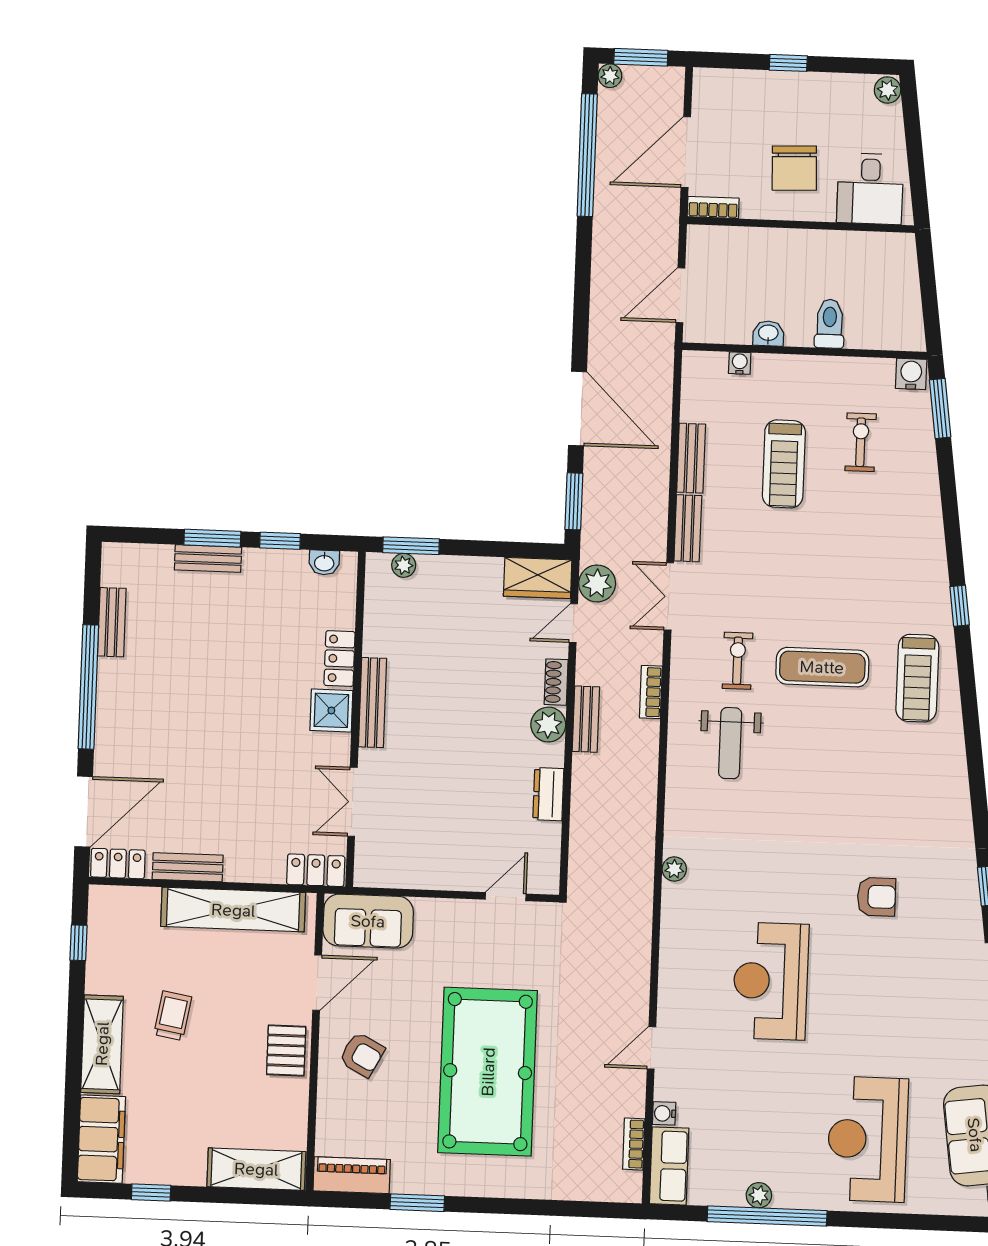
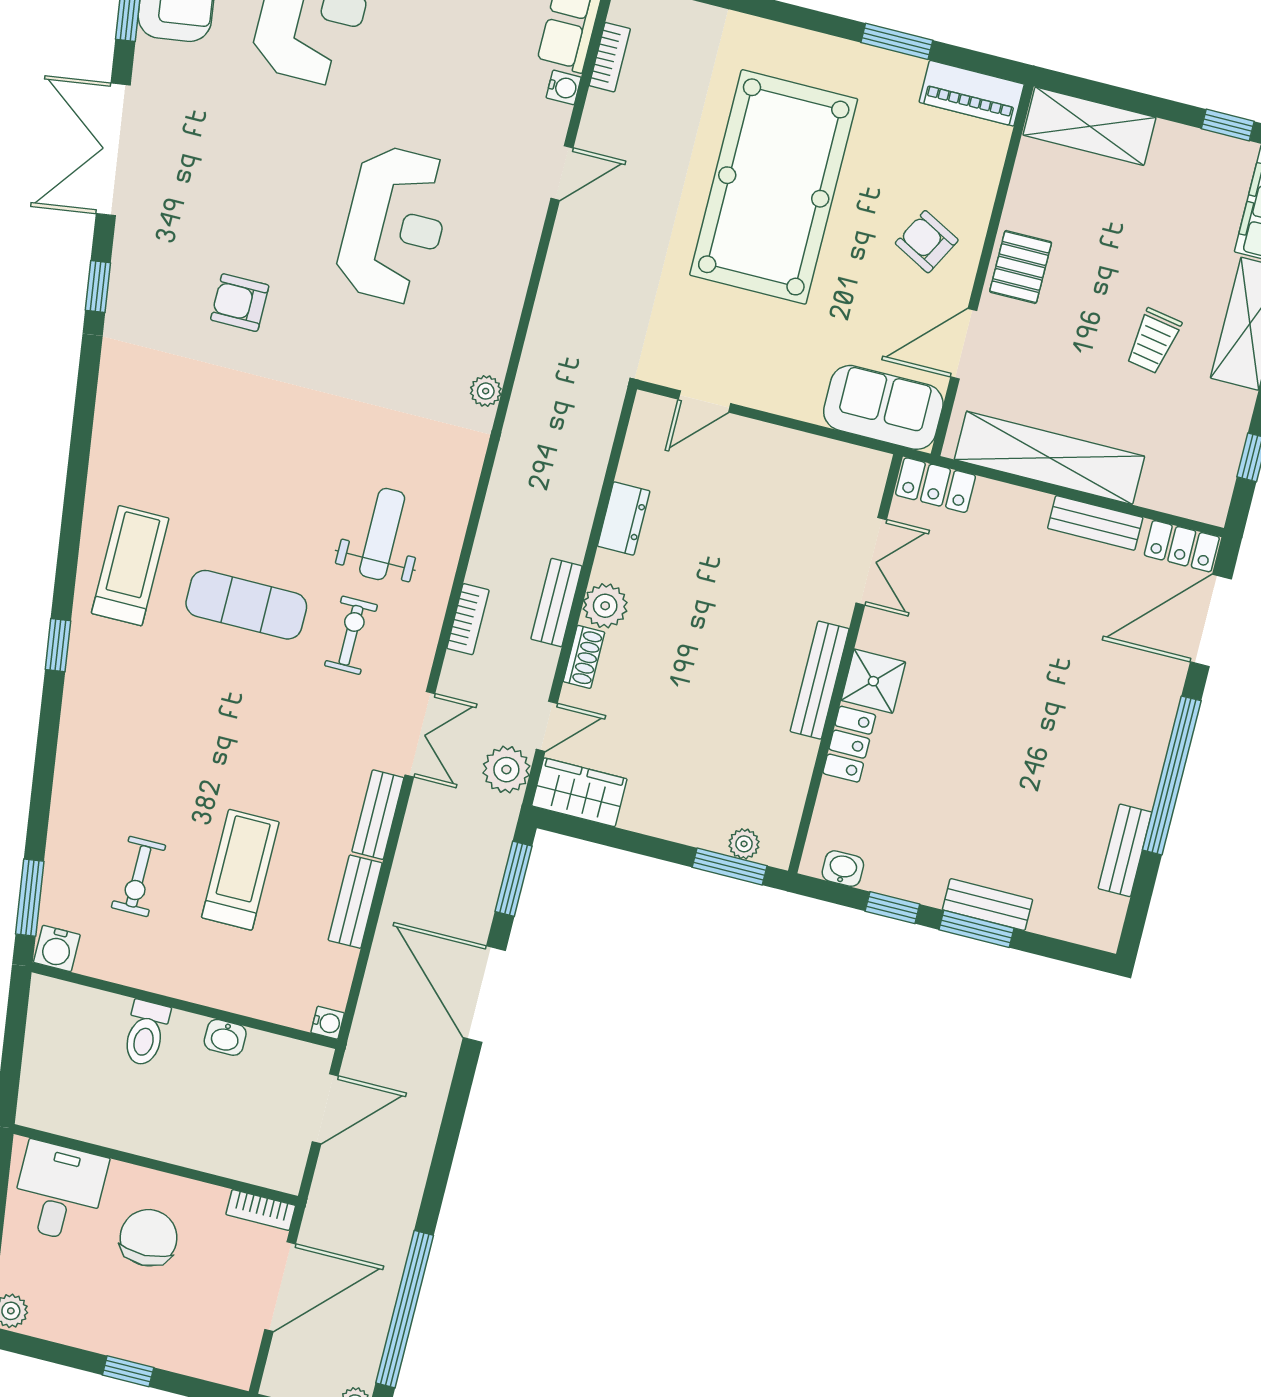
water cooler: (740, 363) -> (328, 1023), moved, turned -90
exercise bike: (737, 661) -> (351, 635), turned 180

